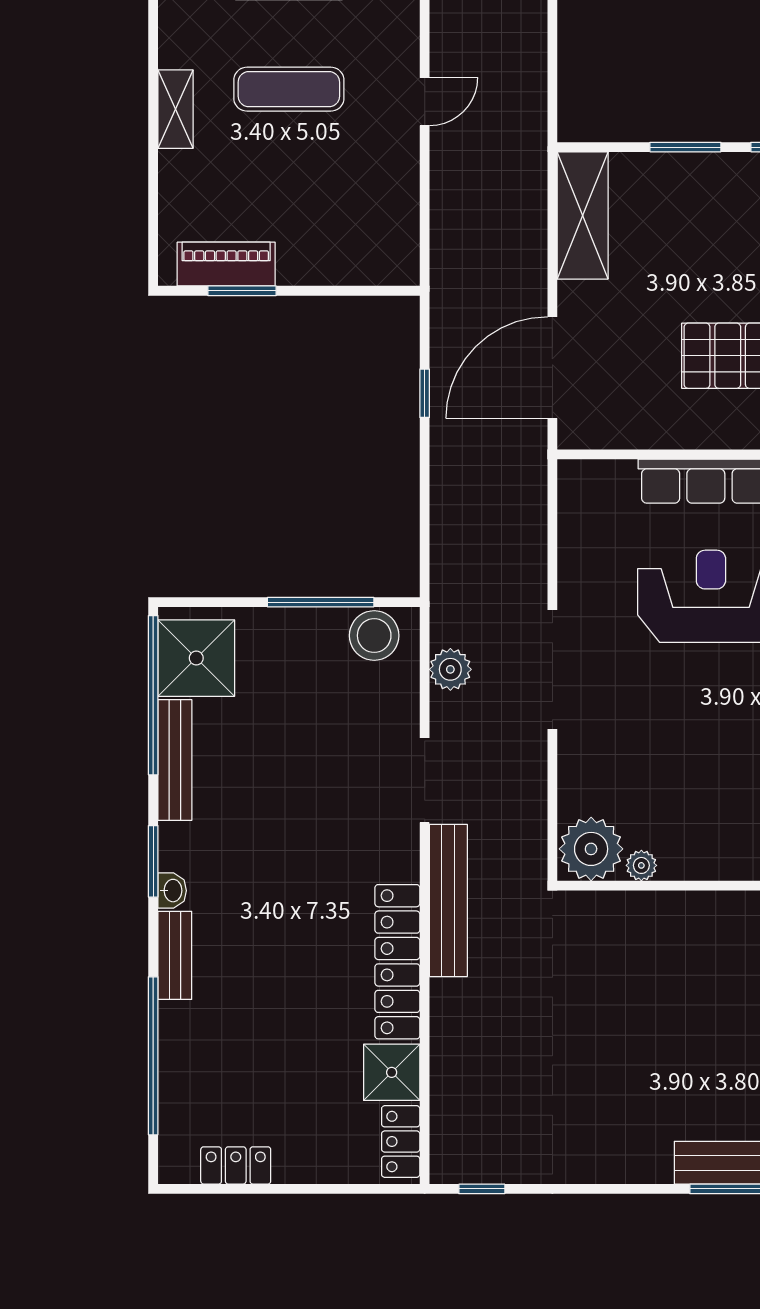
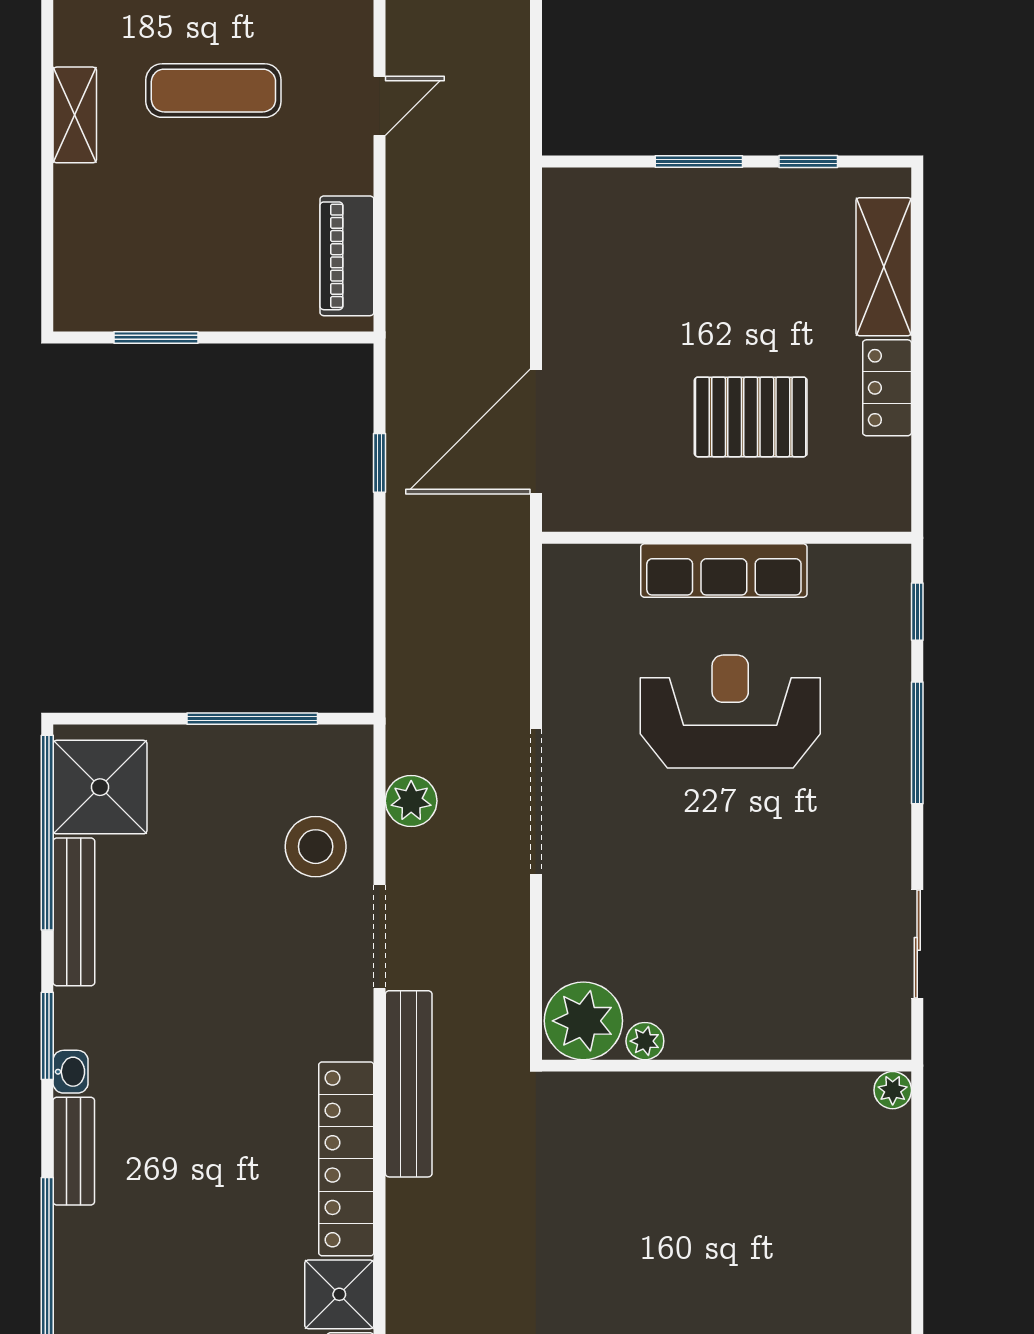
shelving: (583, 215) -> (573, 245), removed
piano: (226, 264) -> (347, 256), moved, turned -90
stool: (374, 636) -> (316, 847), moved

